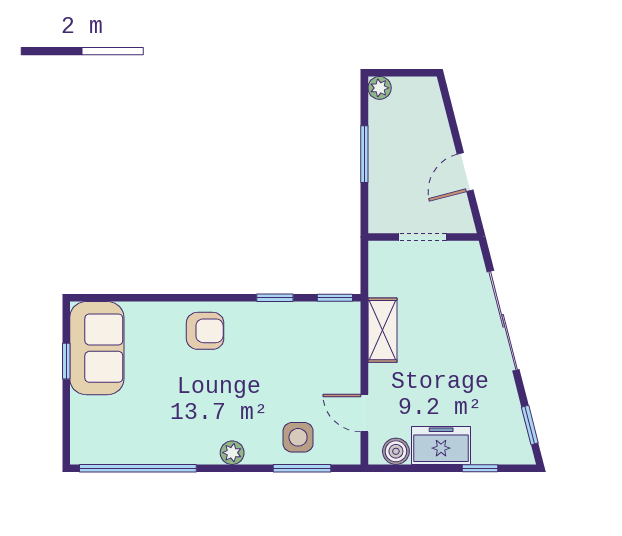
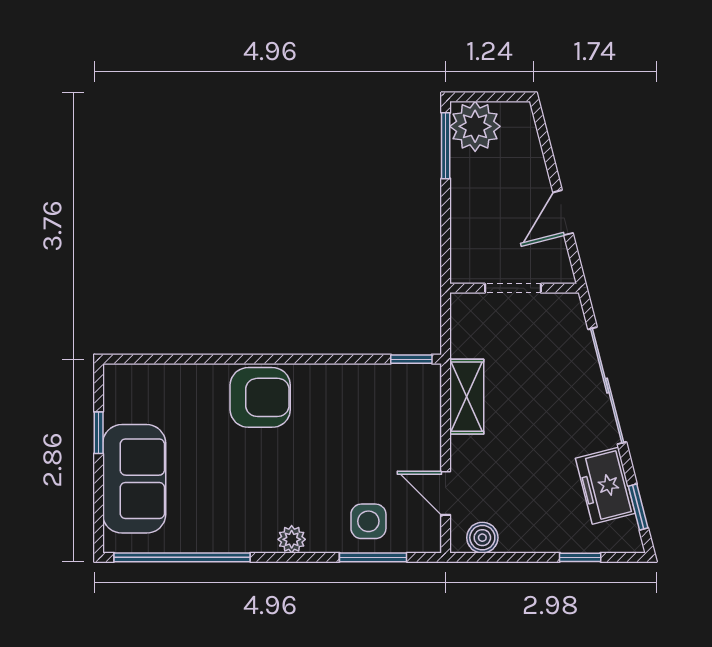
plant: (380, 88) -> (475, 126), width x1.87, depth x1.87
window: (364, 154) -> (446, 146), moved
window: (275, 298) -> (342, 359), removed
armchair: (205, 331) -> (260, 397), width x1.38, depth x1.38
sofa: (97, 348) -> (134, 479), moved
freezer: (441, 445) -> (605, 486), moved, turned -104

